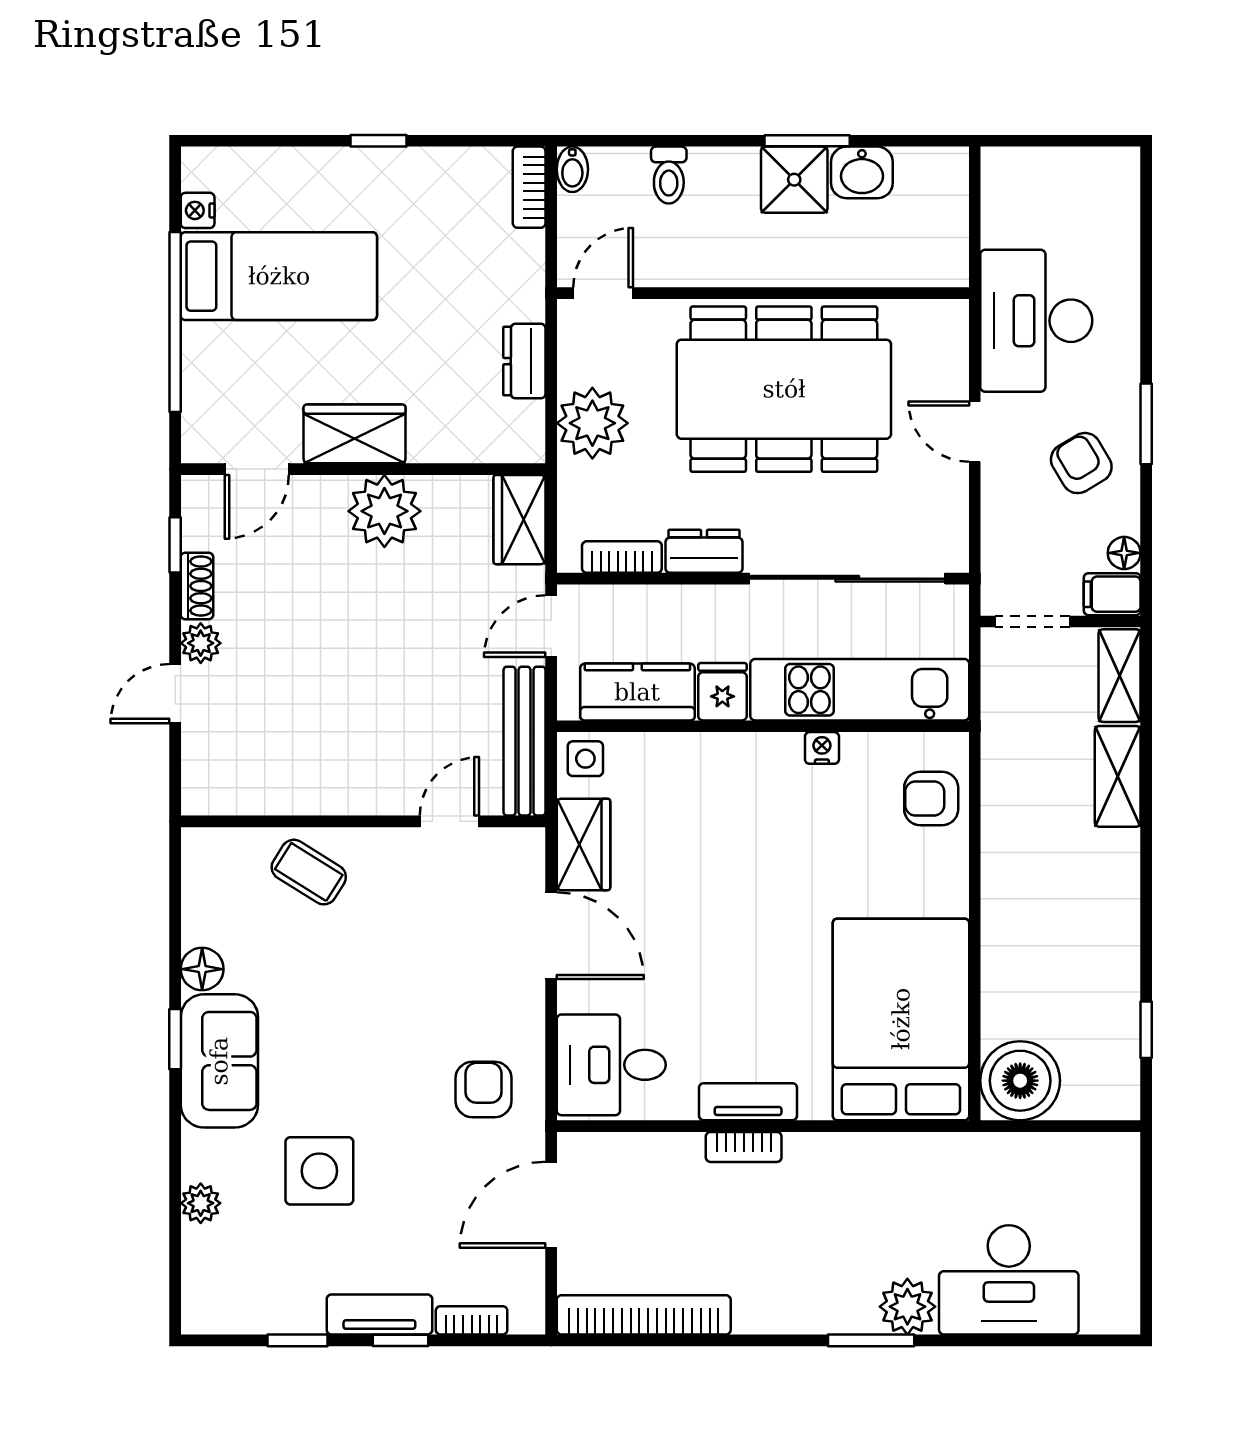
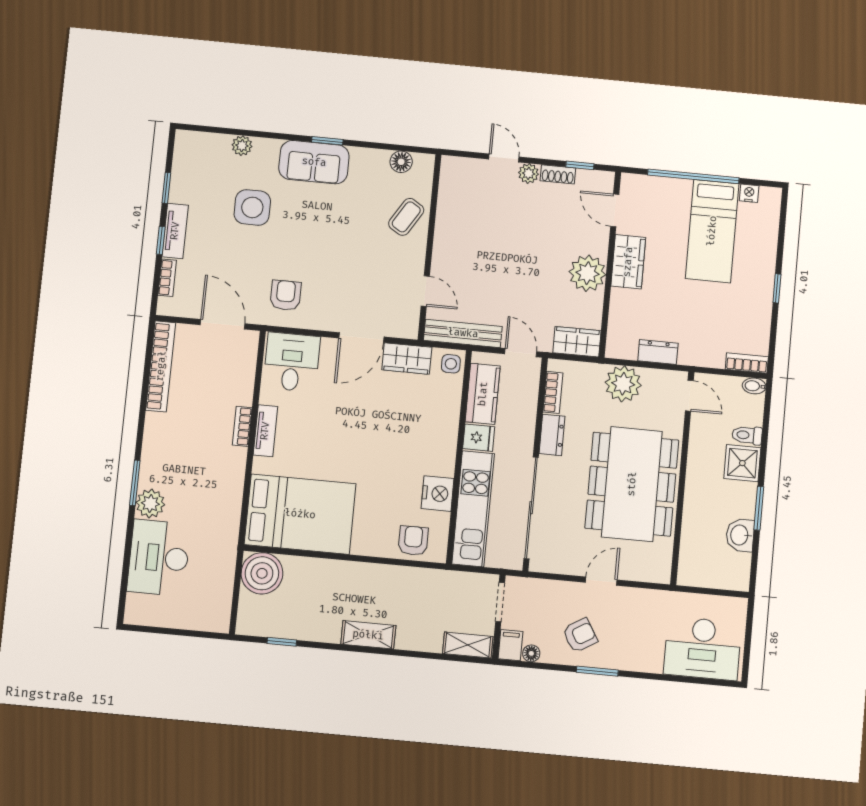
shower: (794, 180) -> (742, 463), moved
desk: (1036, 321) -> (702, 648), moved, turned 180
nightstand: (822, 748) -> (438, 494), width x1.89, depth x1.79
shelving: (1118, 776) -> (368, 635), moved
floor lamp: (202, 969) -> (401, 162), moved
armchair: (483, 1089) -> (286, 295), turned -90

